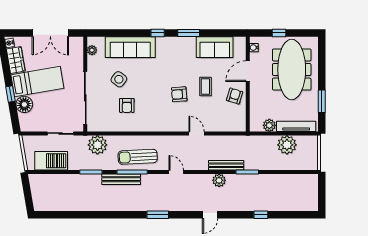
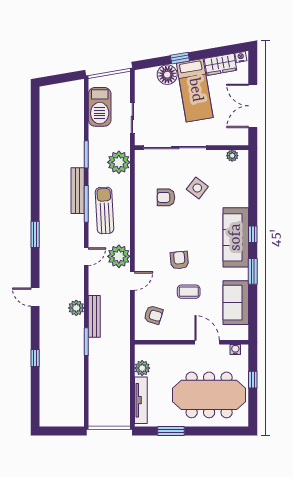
sofa: (130, 47) -> (236, 237), moved
armchair: (235, 96) -> (153, 315), moved
plant: (287, 145) -> (119, 256), moved

